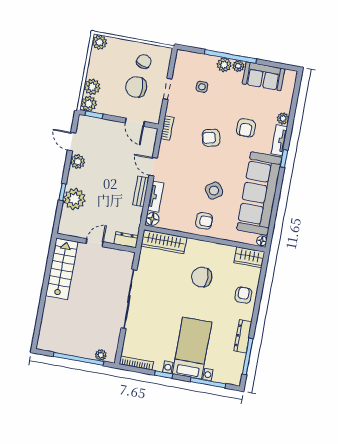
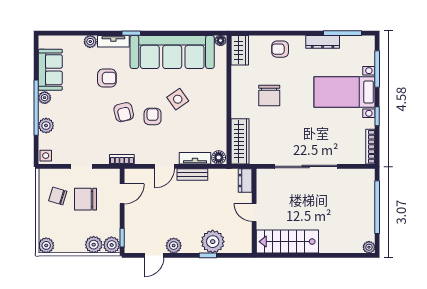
plant: (224, 65) -> (46, 126), moved
chair: (136, 87) -> (85, 199), turned 90
side table: (202, 87) -> (46, 156), moved
armchair: (204, 221) -> (153, 116), moved
plant: (101, 355) -> (369, 247), moved

